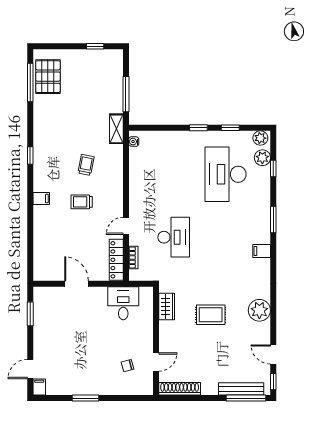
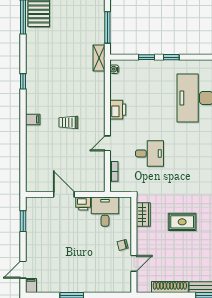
window: (230, 128) -> (147, 57), moved
trolley: (86, 165) -> (72, 90), removed
printer: (138, 187) -> (118, 110), added
desk: (174, 237) -> (150, 153), width x0.73
locker: (116, 260) -> (99, 173), removed
printer: (98, 294) -> (83, 204), added
chair: (127, 366) -> (123, 245), moved
shoe rack: (180, 389) -> (170, 287), moved

